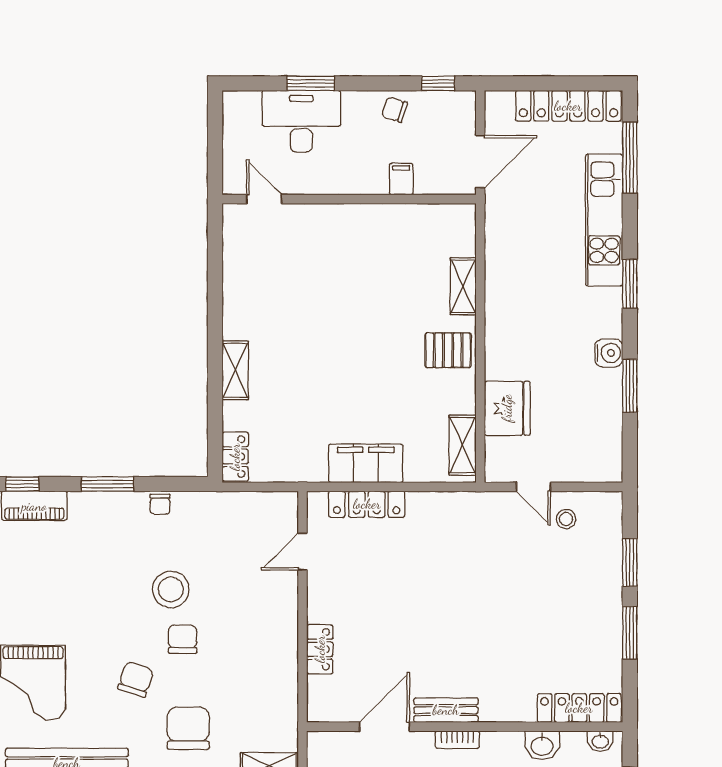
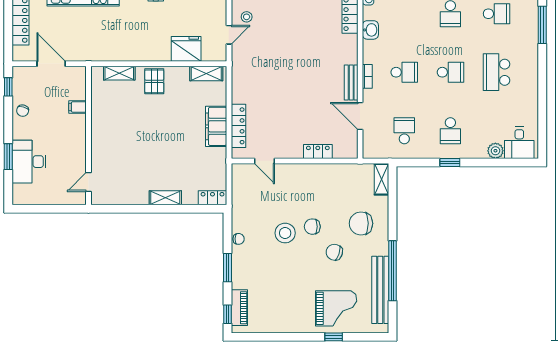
filing cabinet: (401, 179) -> (78, 107), moved
door: (264, 199) -> (89, 182), moved
wall: (349, 199) -> (89, 136), moved

